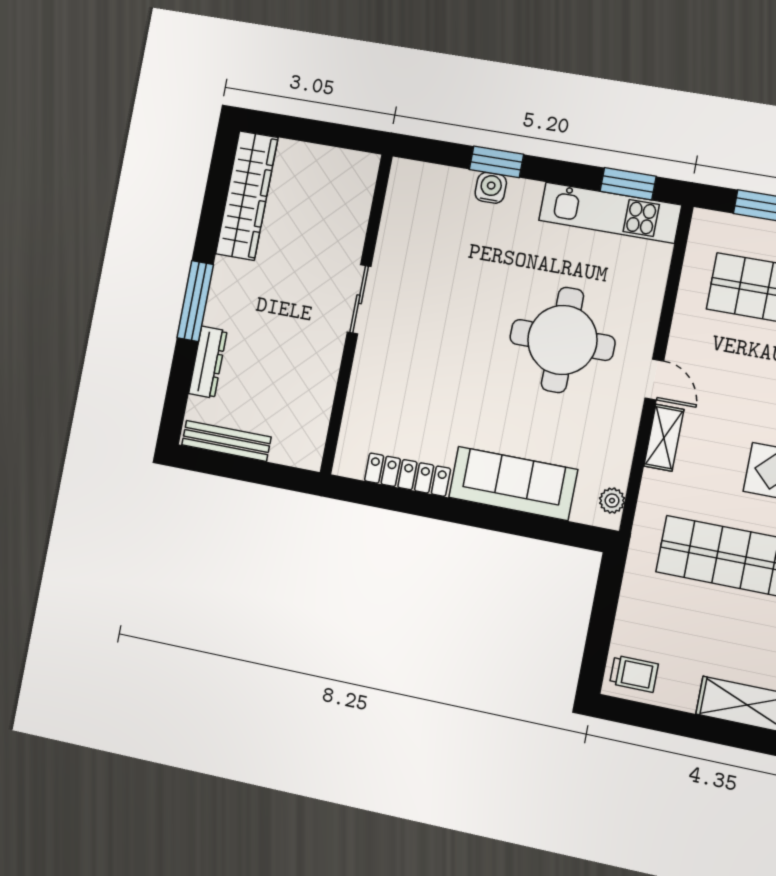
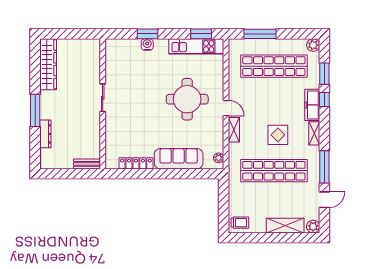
bench: (226, 441) -> (87, 164), moved, width x0.73

